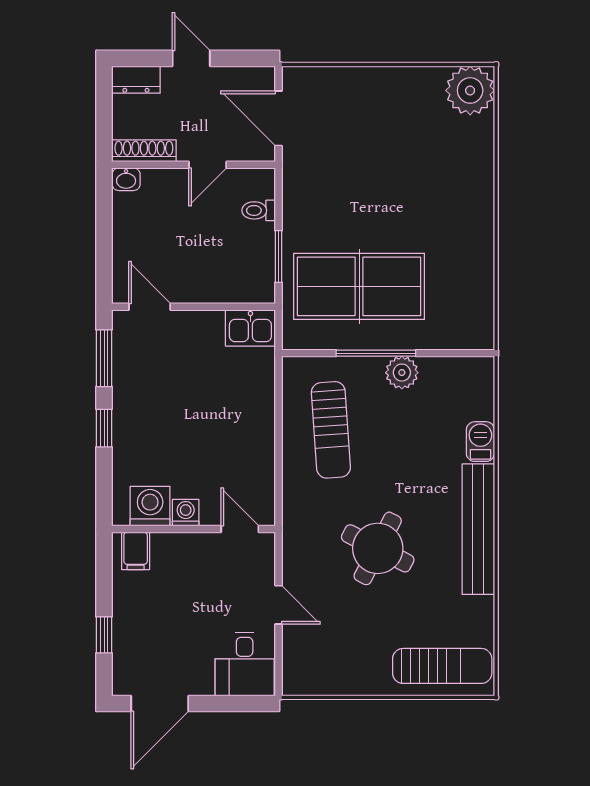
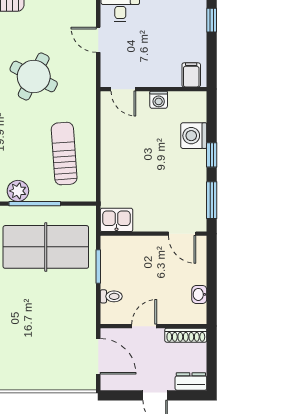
washbasin: (126, 179) -> (199, 294), moved, turned -90
washing machine: (150, 506) -> (194, 136), moved, turned 90

